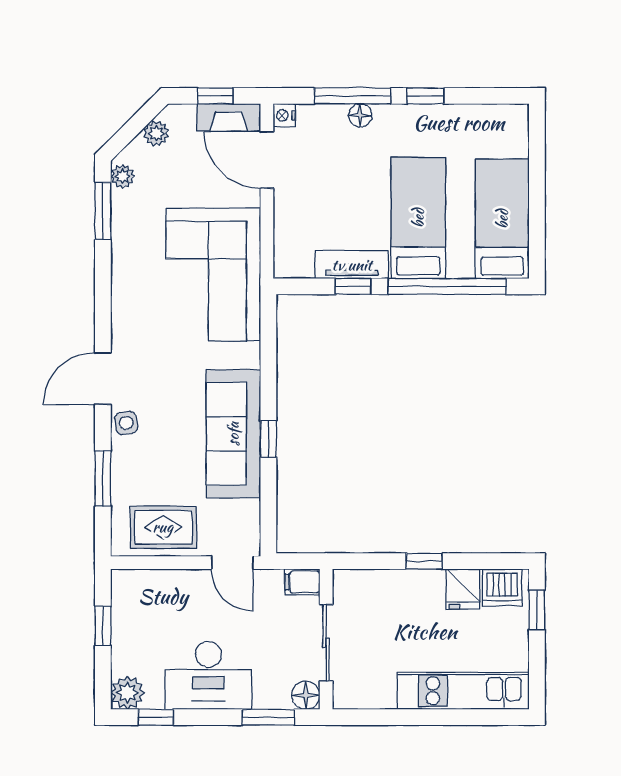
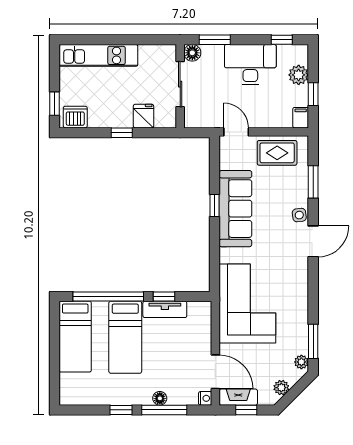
filing cabinet: (302, 582) -> (301, 118), moved, turned -90
fridge: (463, 589) -> (143, 116), moved
plant: (127, 693) -> (299, 75), moved

